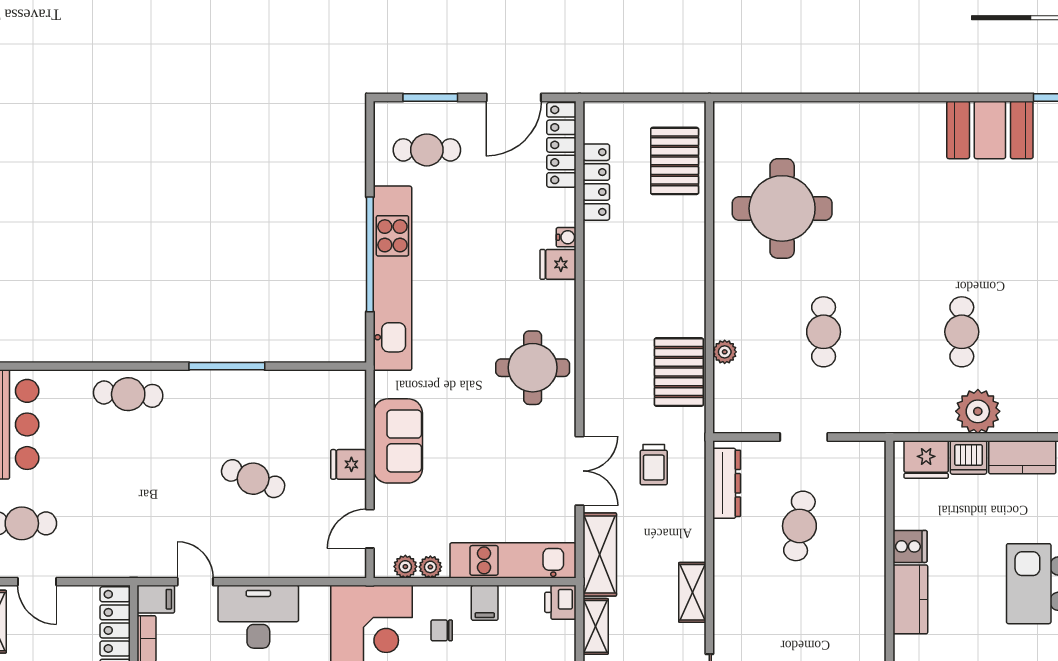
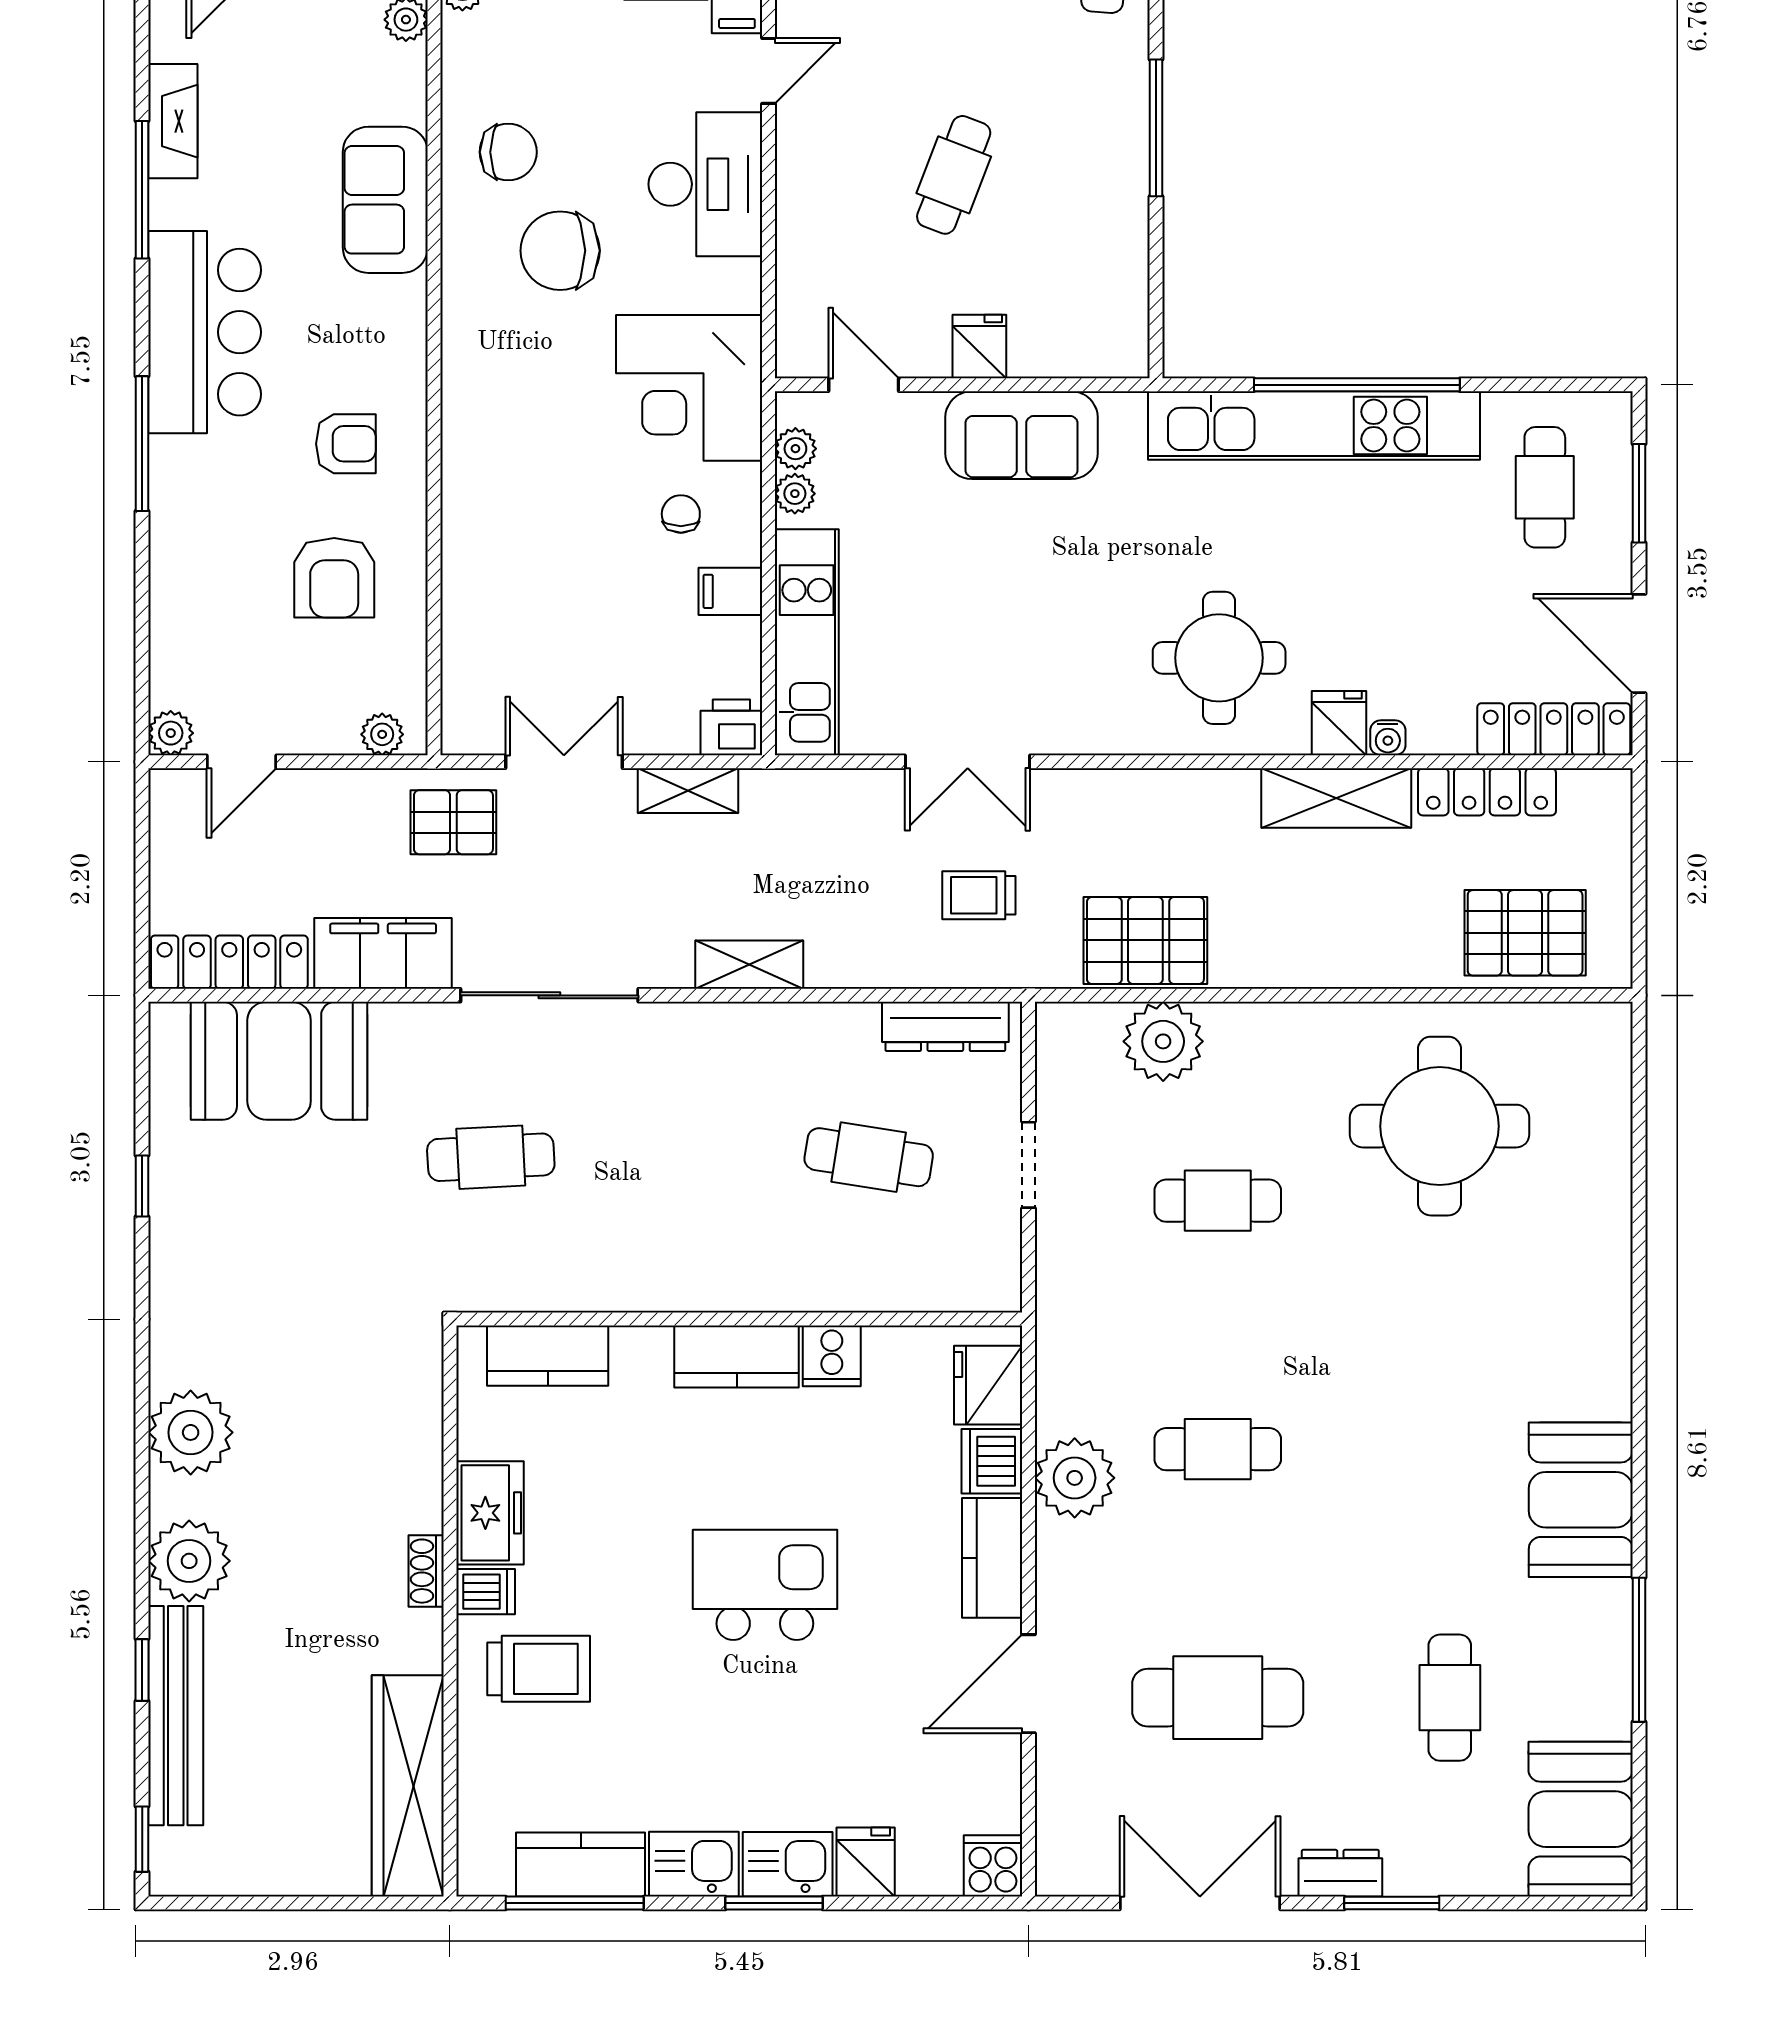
plant: (725, 352) -> (1163, 1041), width x1.87, depth x1.87
round table: (533, 368) -> (1219, 658), moved
shelving: (600, 555) -> (1336, 798), moved

